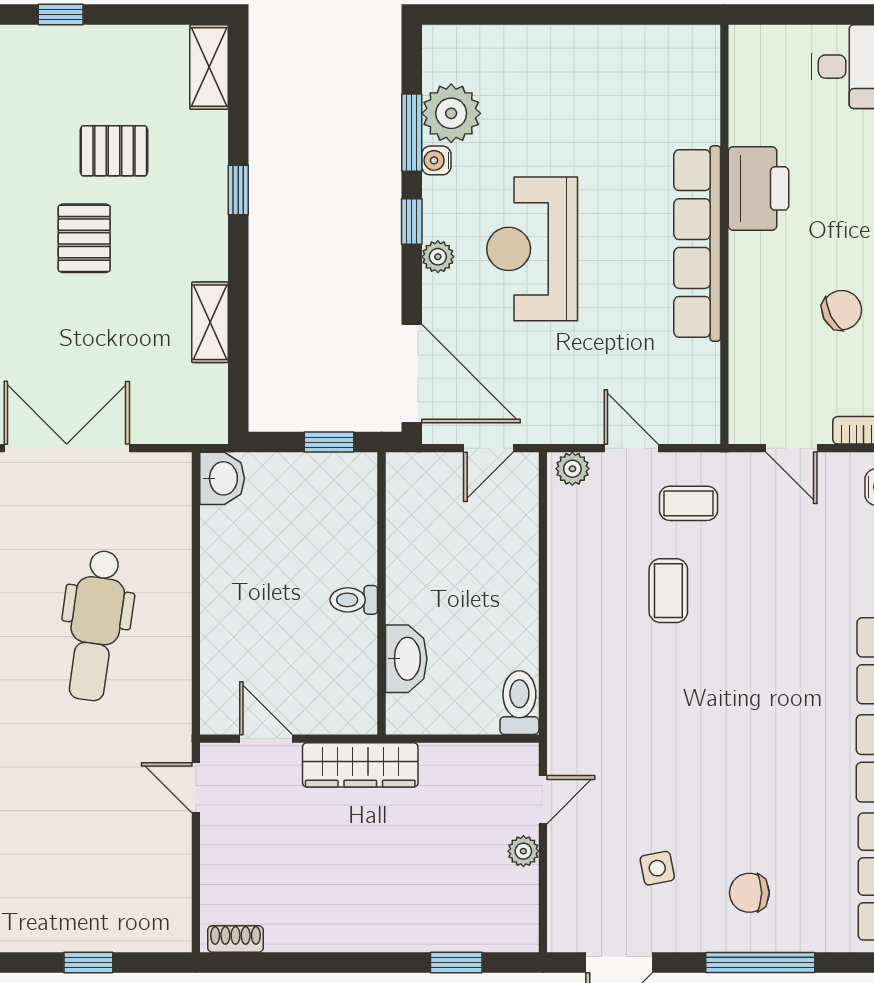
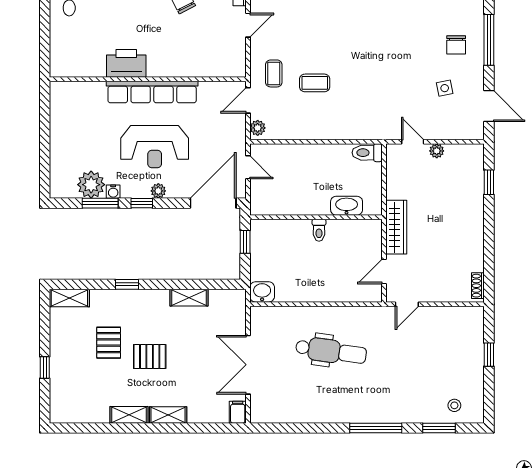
printer: (759, 188) -> (126, 63), moved
wall: (724, 234) -> (148, 79), moved
row of seats: (697, 244) -> (152, 92), moved

